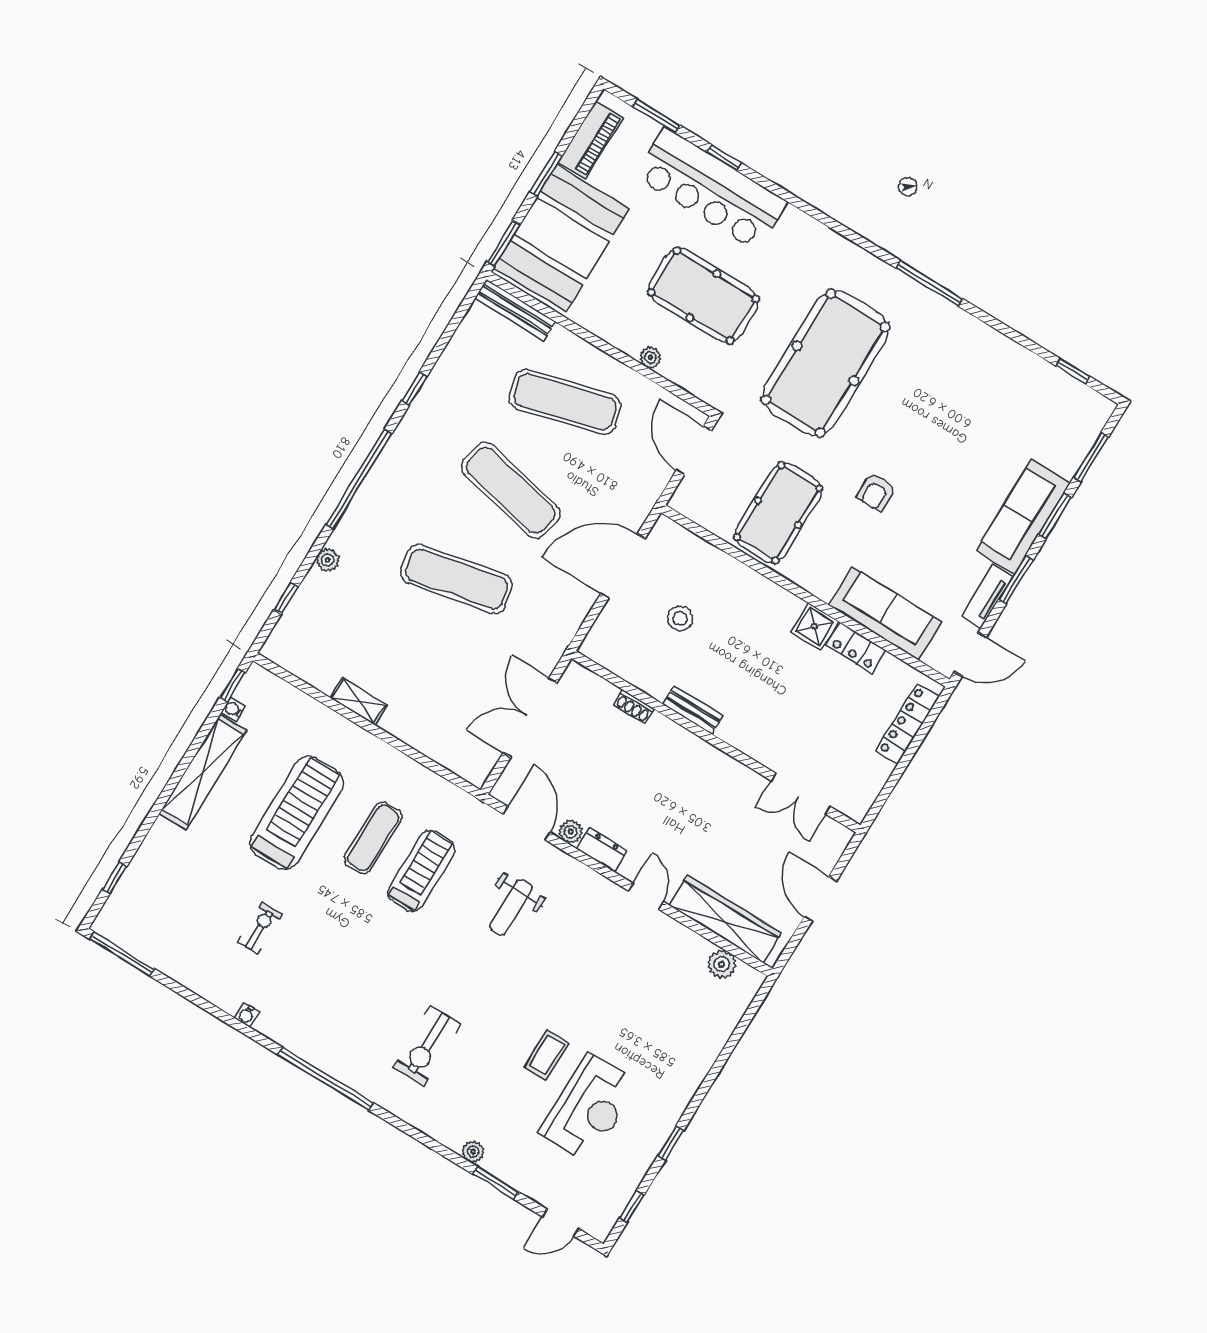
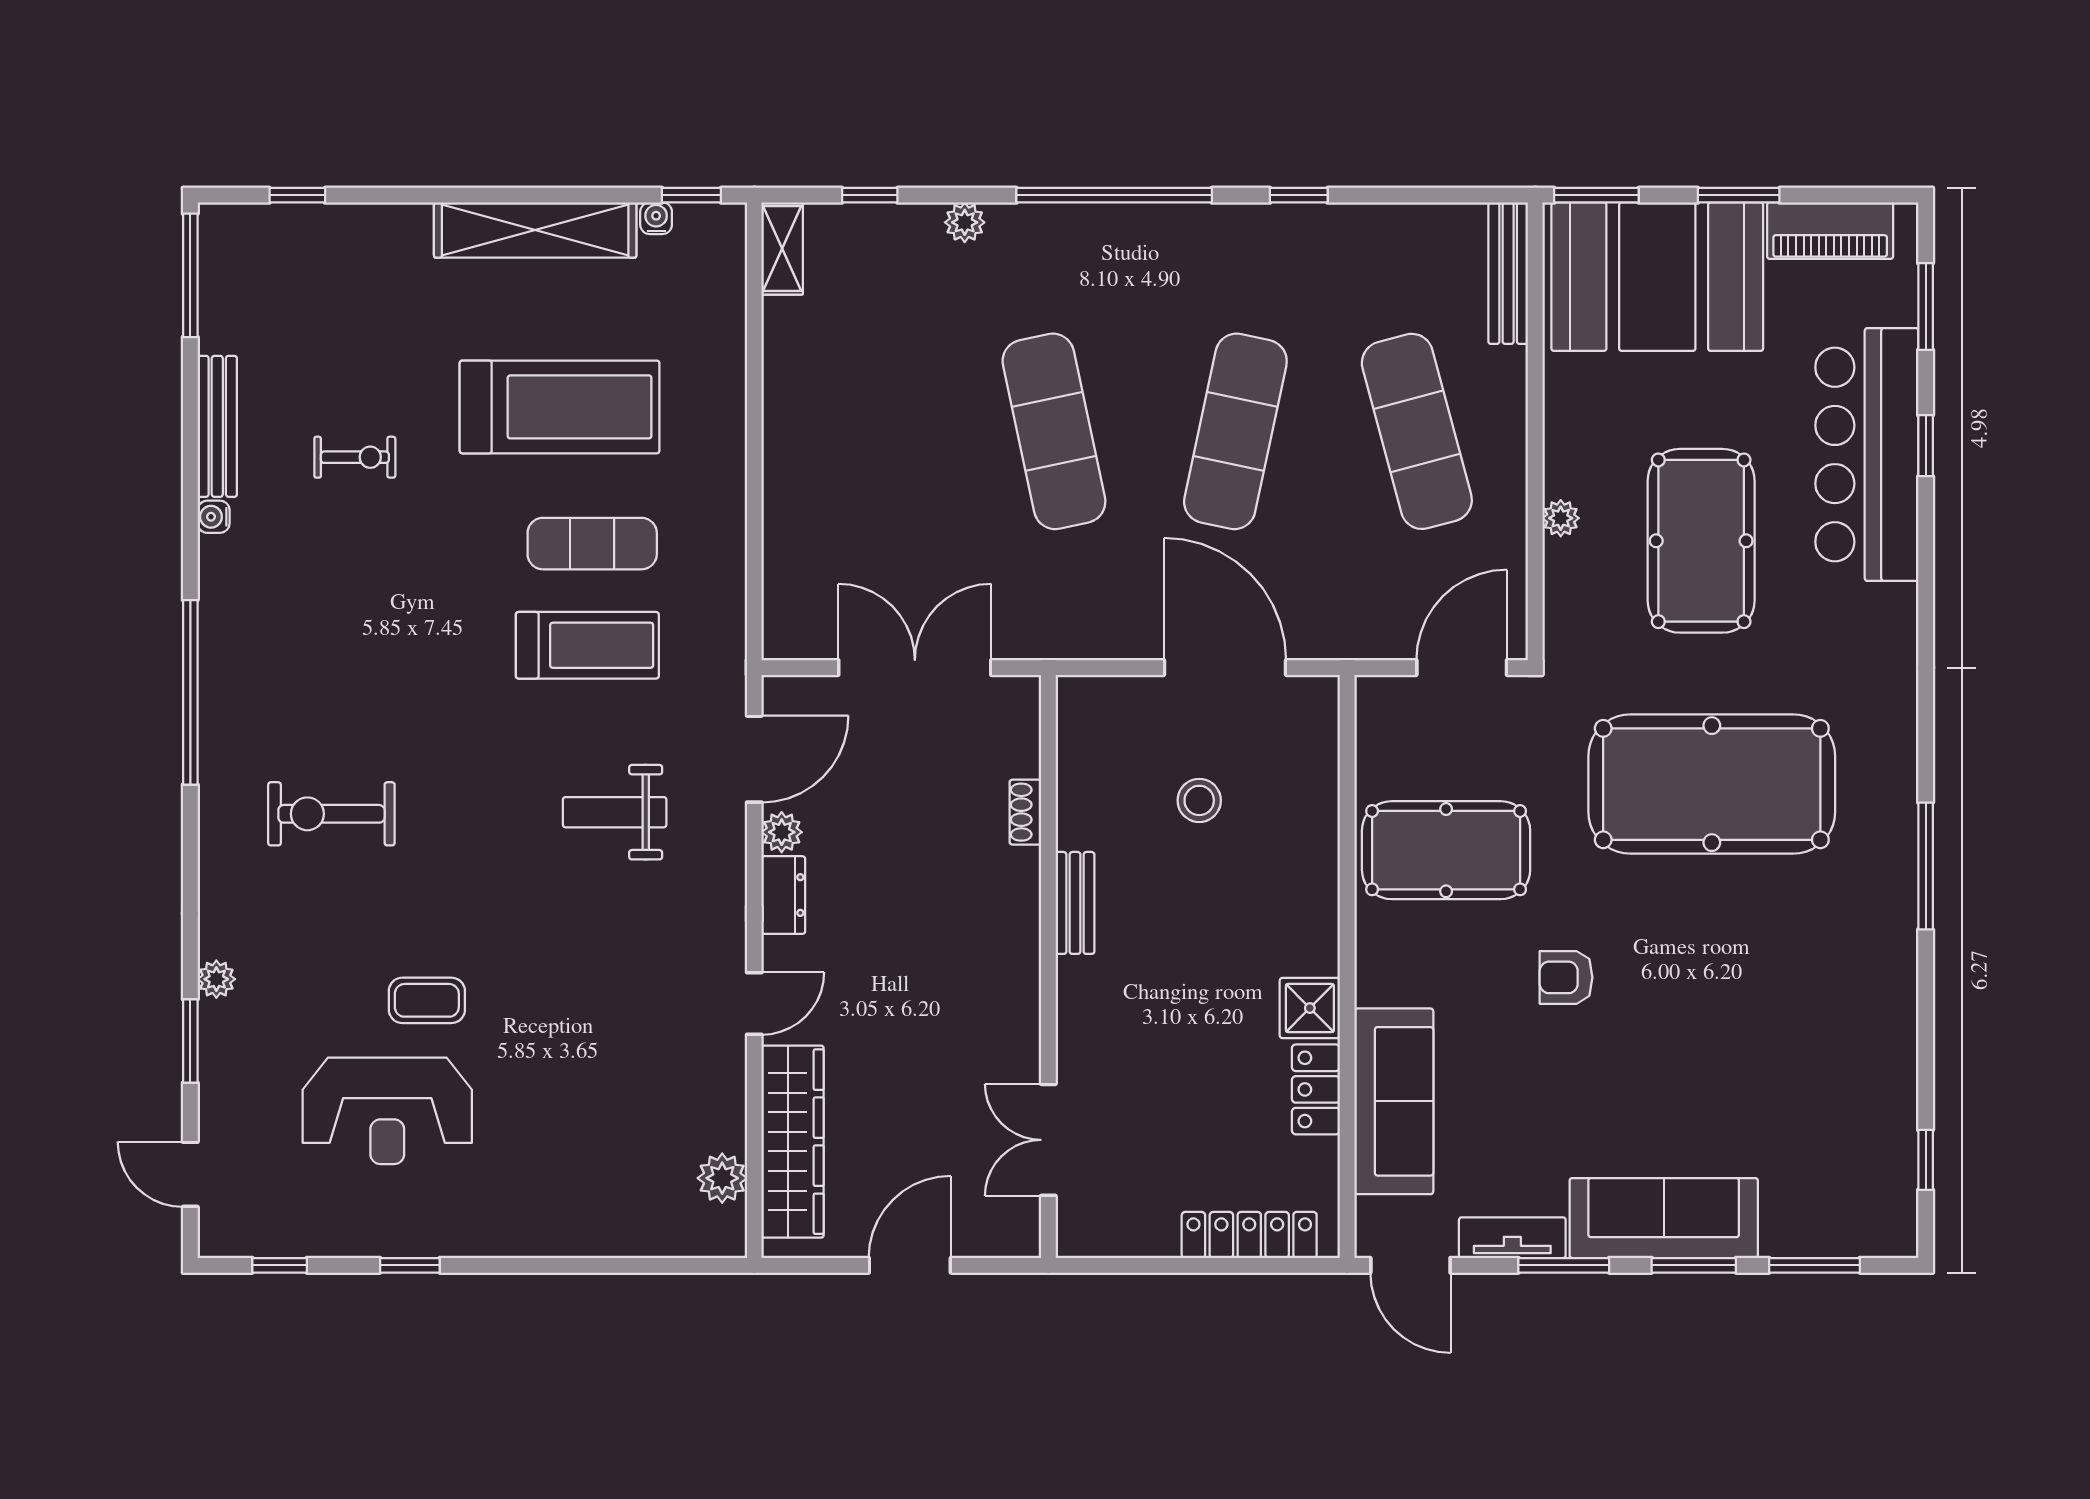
shelving: (359, 702) -> (782, 249), moved
bench: (204, 986) -> (217, 426), added

